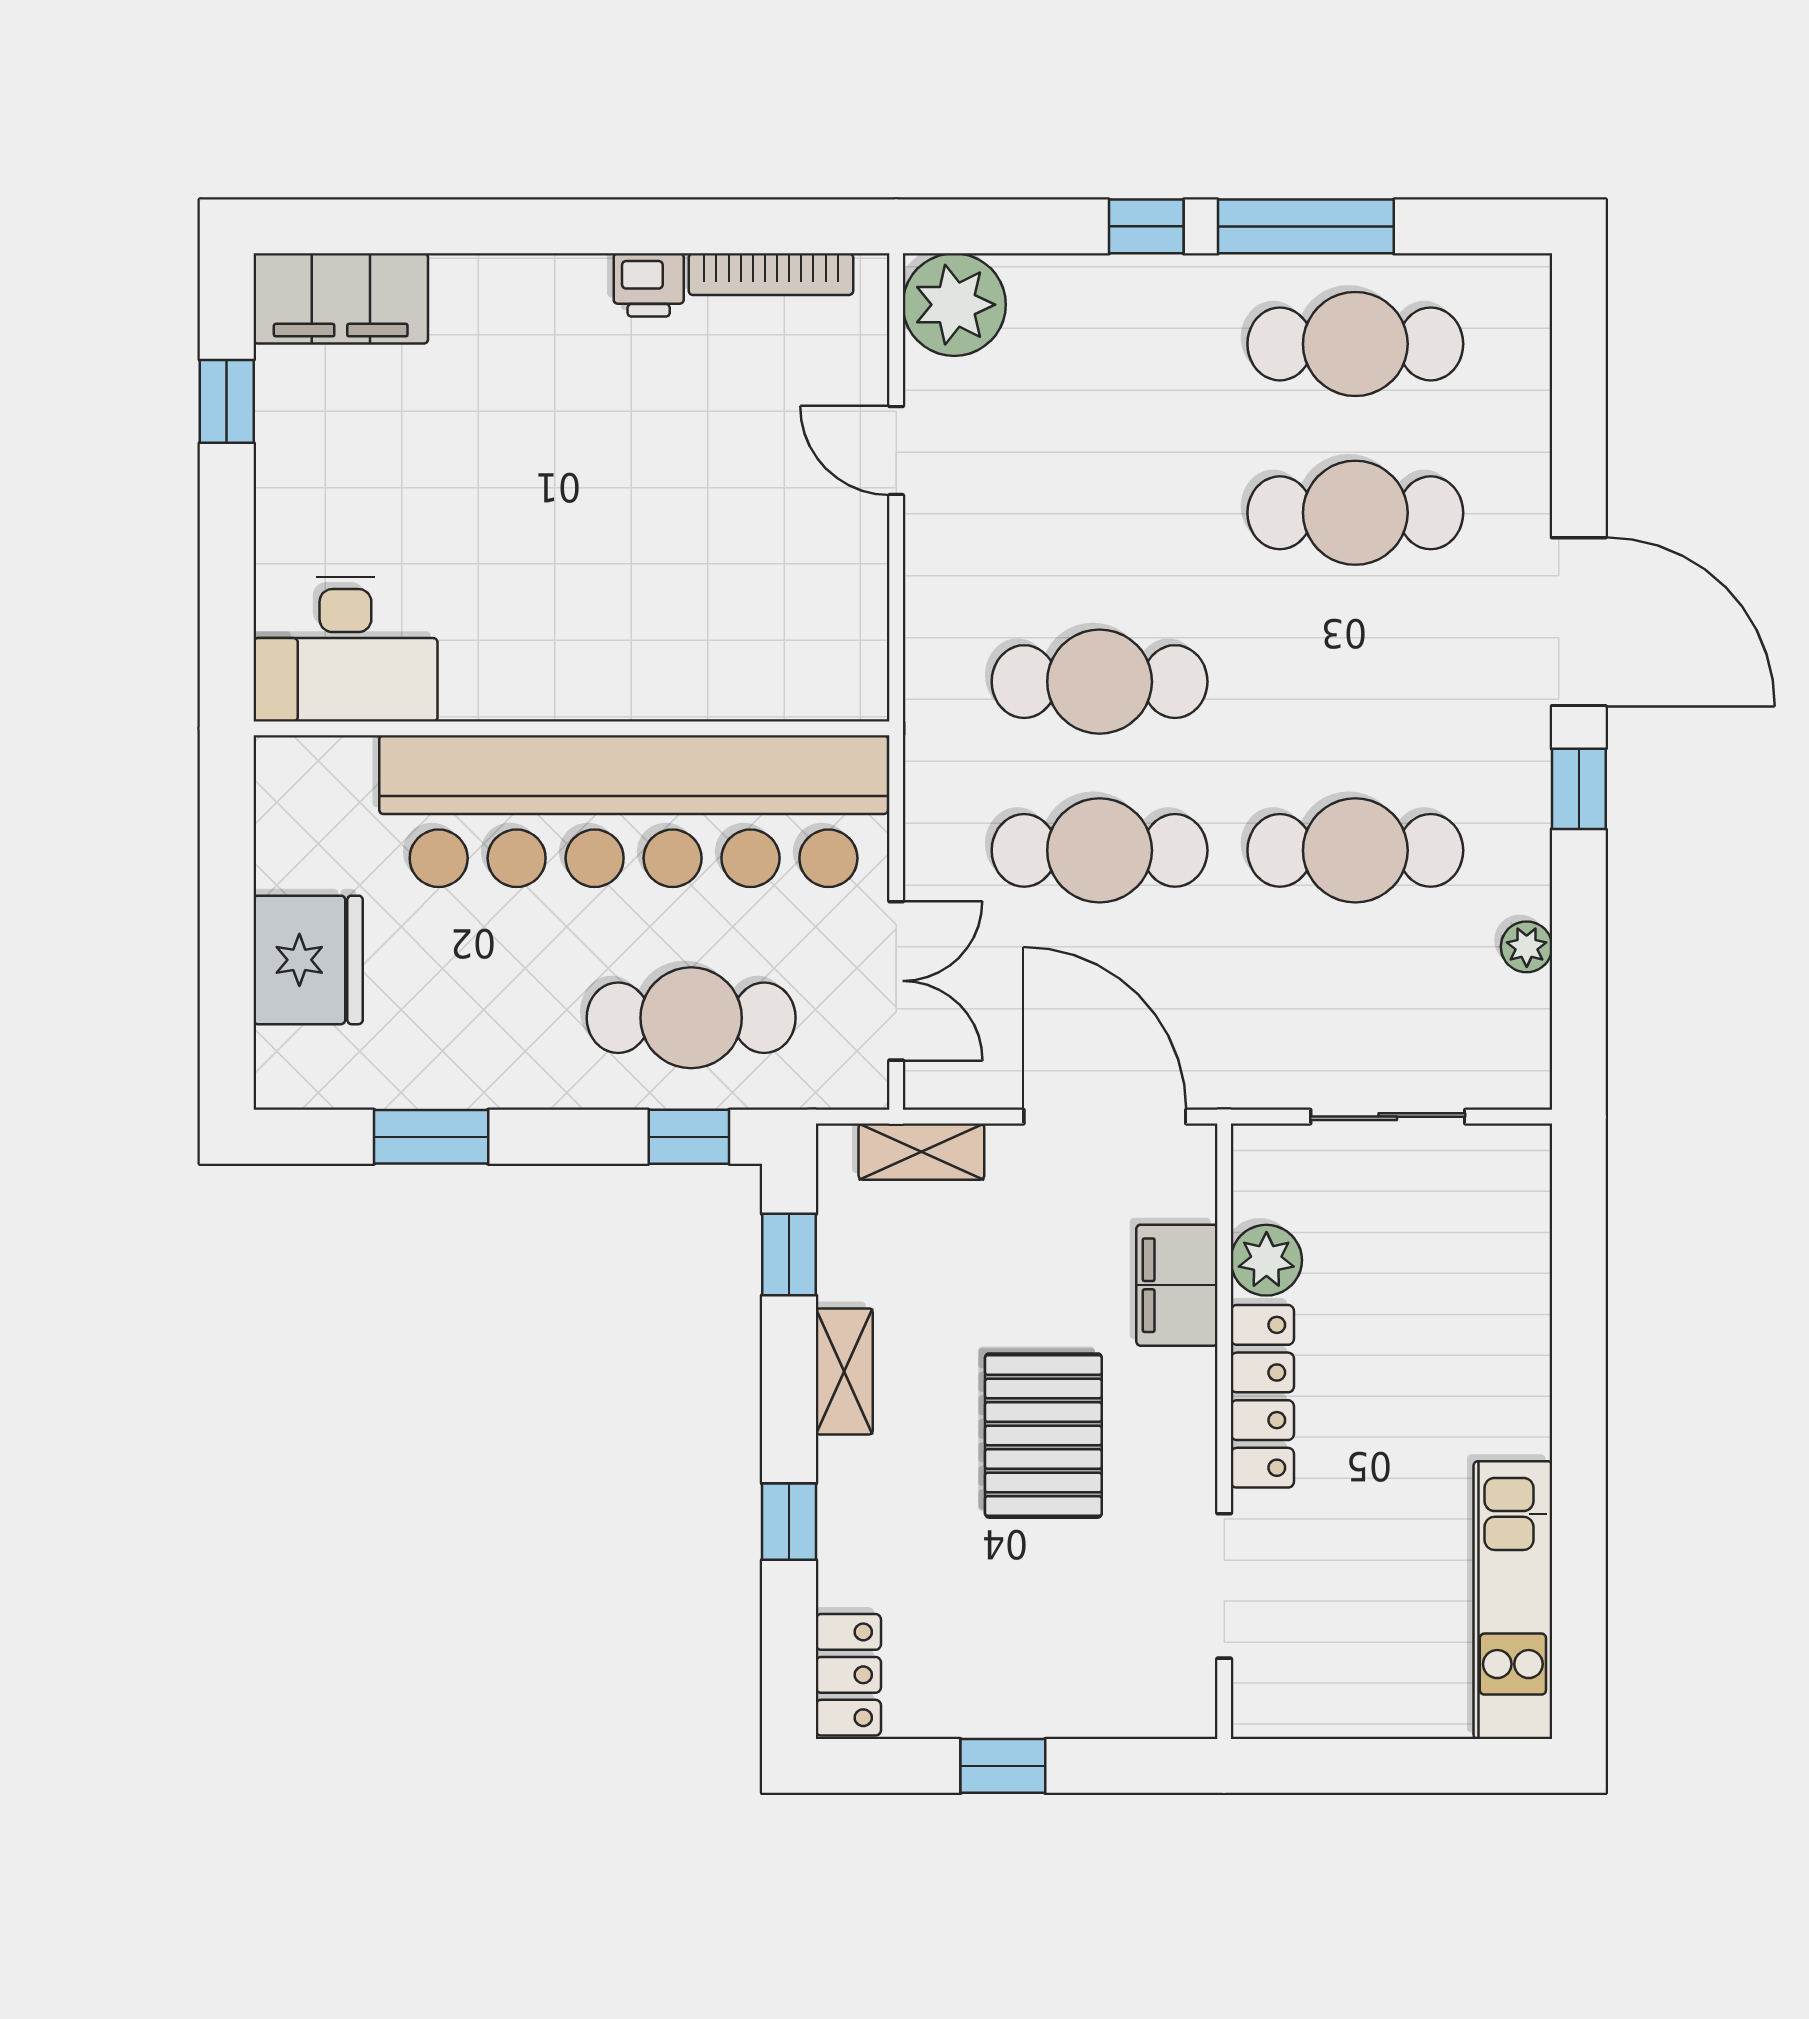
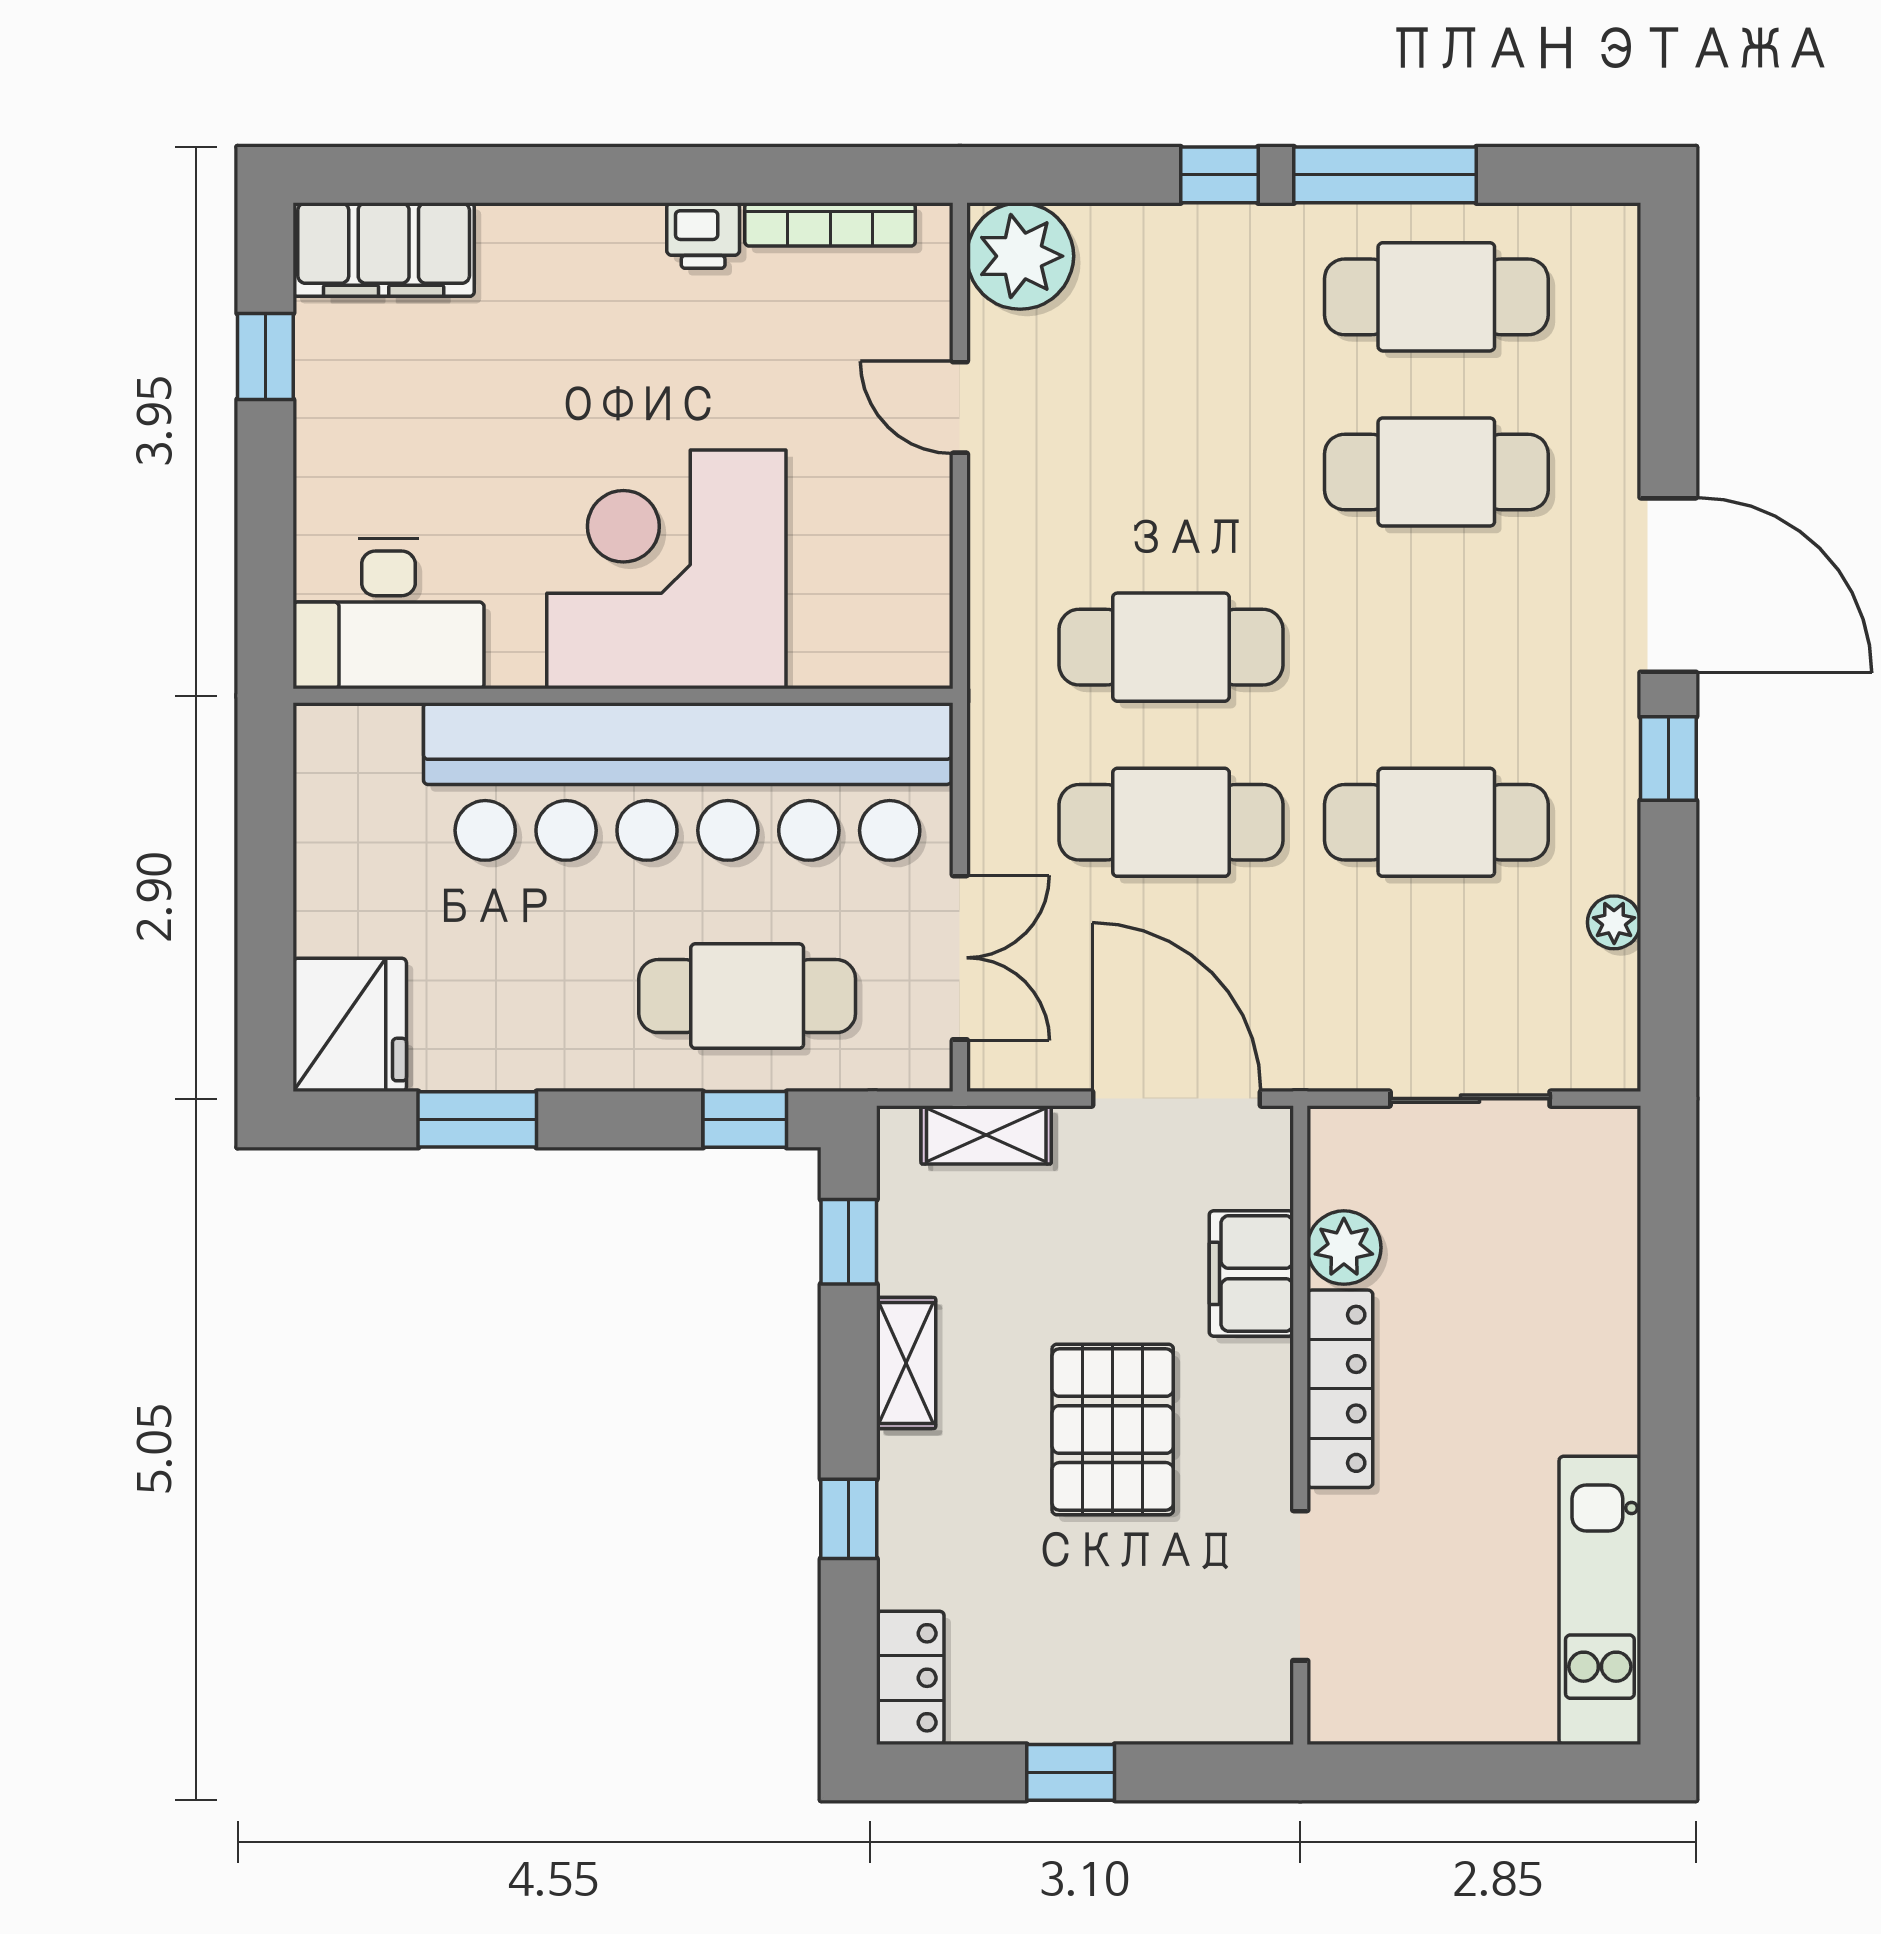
corner desk: (613, 607) -> (666, 569), added
fridge: (308, 960) -> (350, 1025), moved

